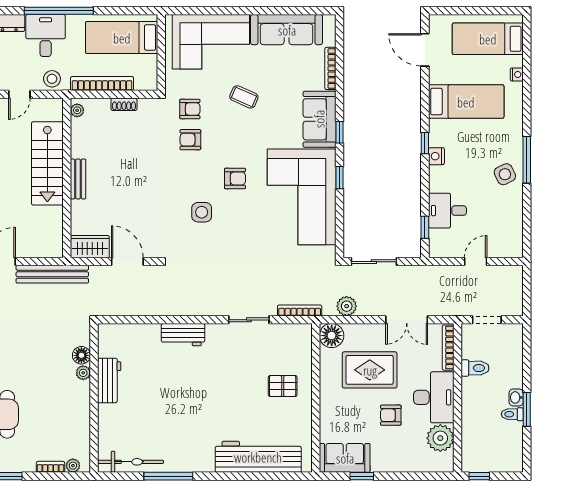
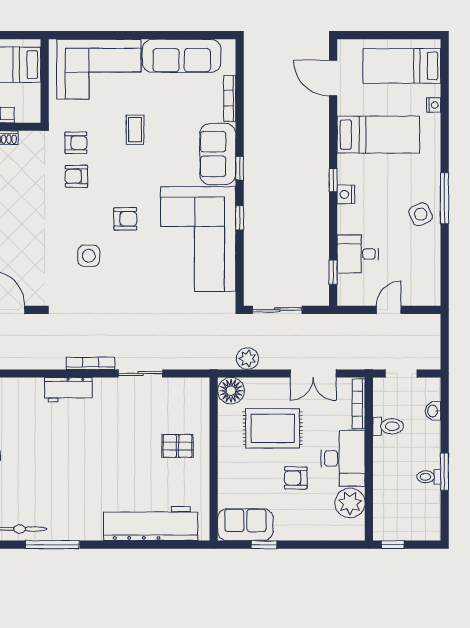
coffee table: (244, 97) -> (135, 130), turned 66
bookcase: (300, 311) -> (91, 363), moved
washbasin: (516, 397) -> (433, 411), moved

